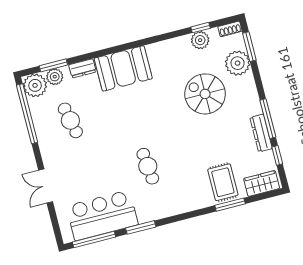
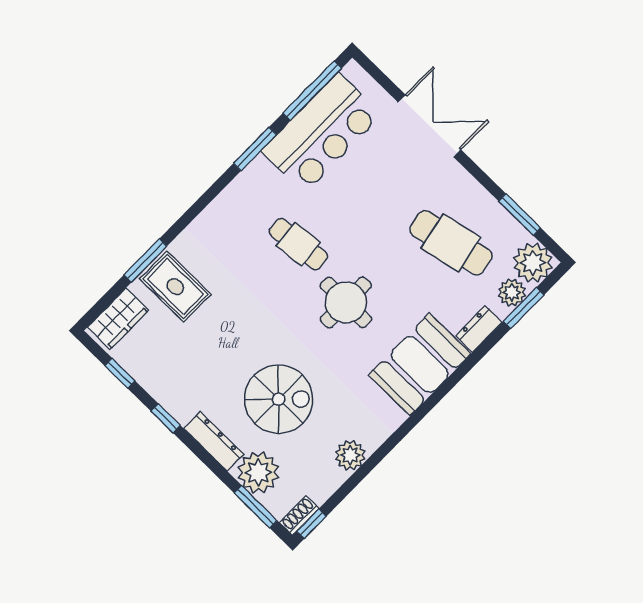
window: (201, 28) -> (312, 524), moved
plant: (200, 40) -> (350, 455), moved
window: (27, 114) -> (520, 214), width x0.47
window: (268, 119) -> (166, 418), width x0.46
cafe table: (70, 120) -> (451, 243), width x1.37, depth x1.35
round table: (142, 122) -> (346, 302), added
dresser: (261, 133) -> (214, 441), moved
double door: (46, 186) -> (429, 126), width x1.37

